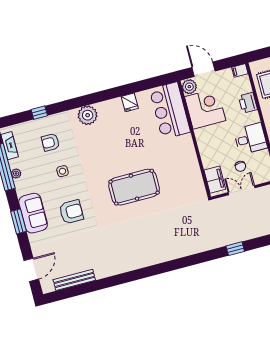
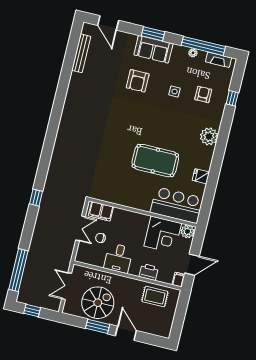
door: (204, 69) -> (192, 265), moved
pool table: (134, 187) -> (155, 161), moved, turned 90

